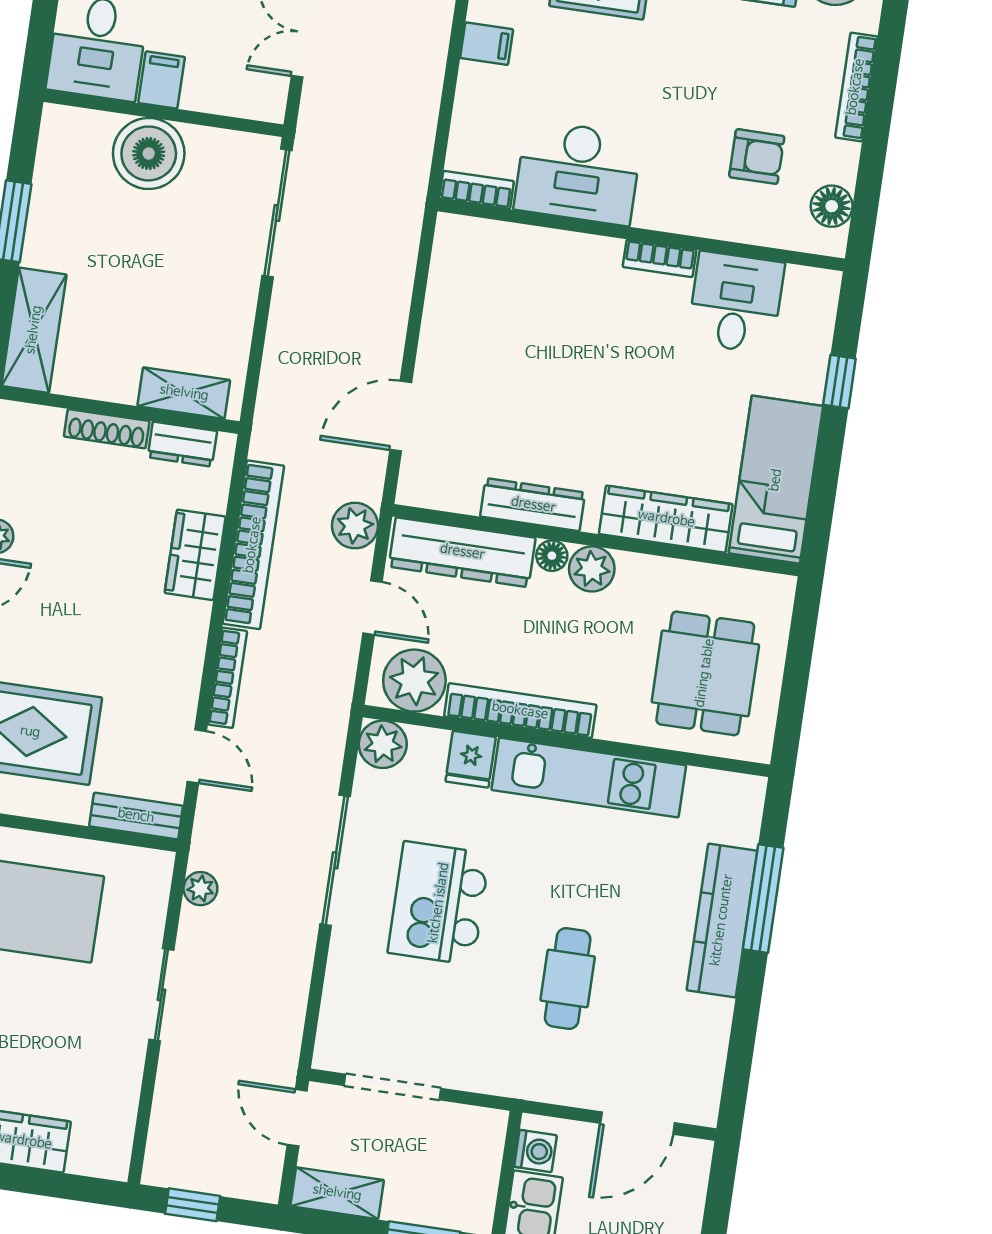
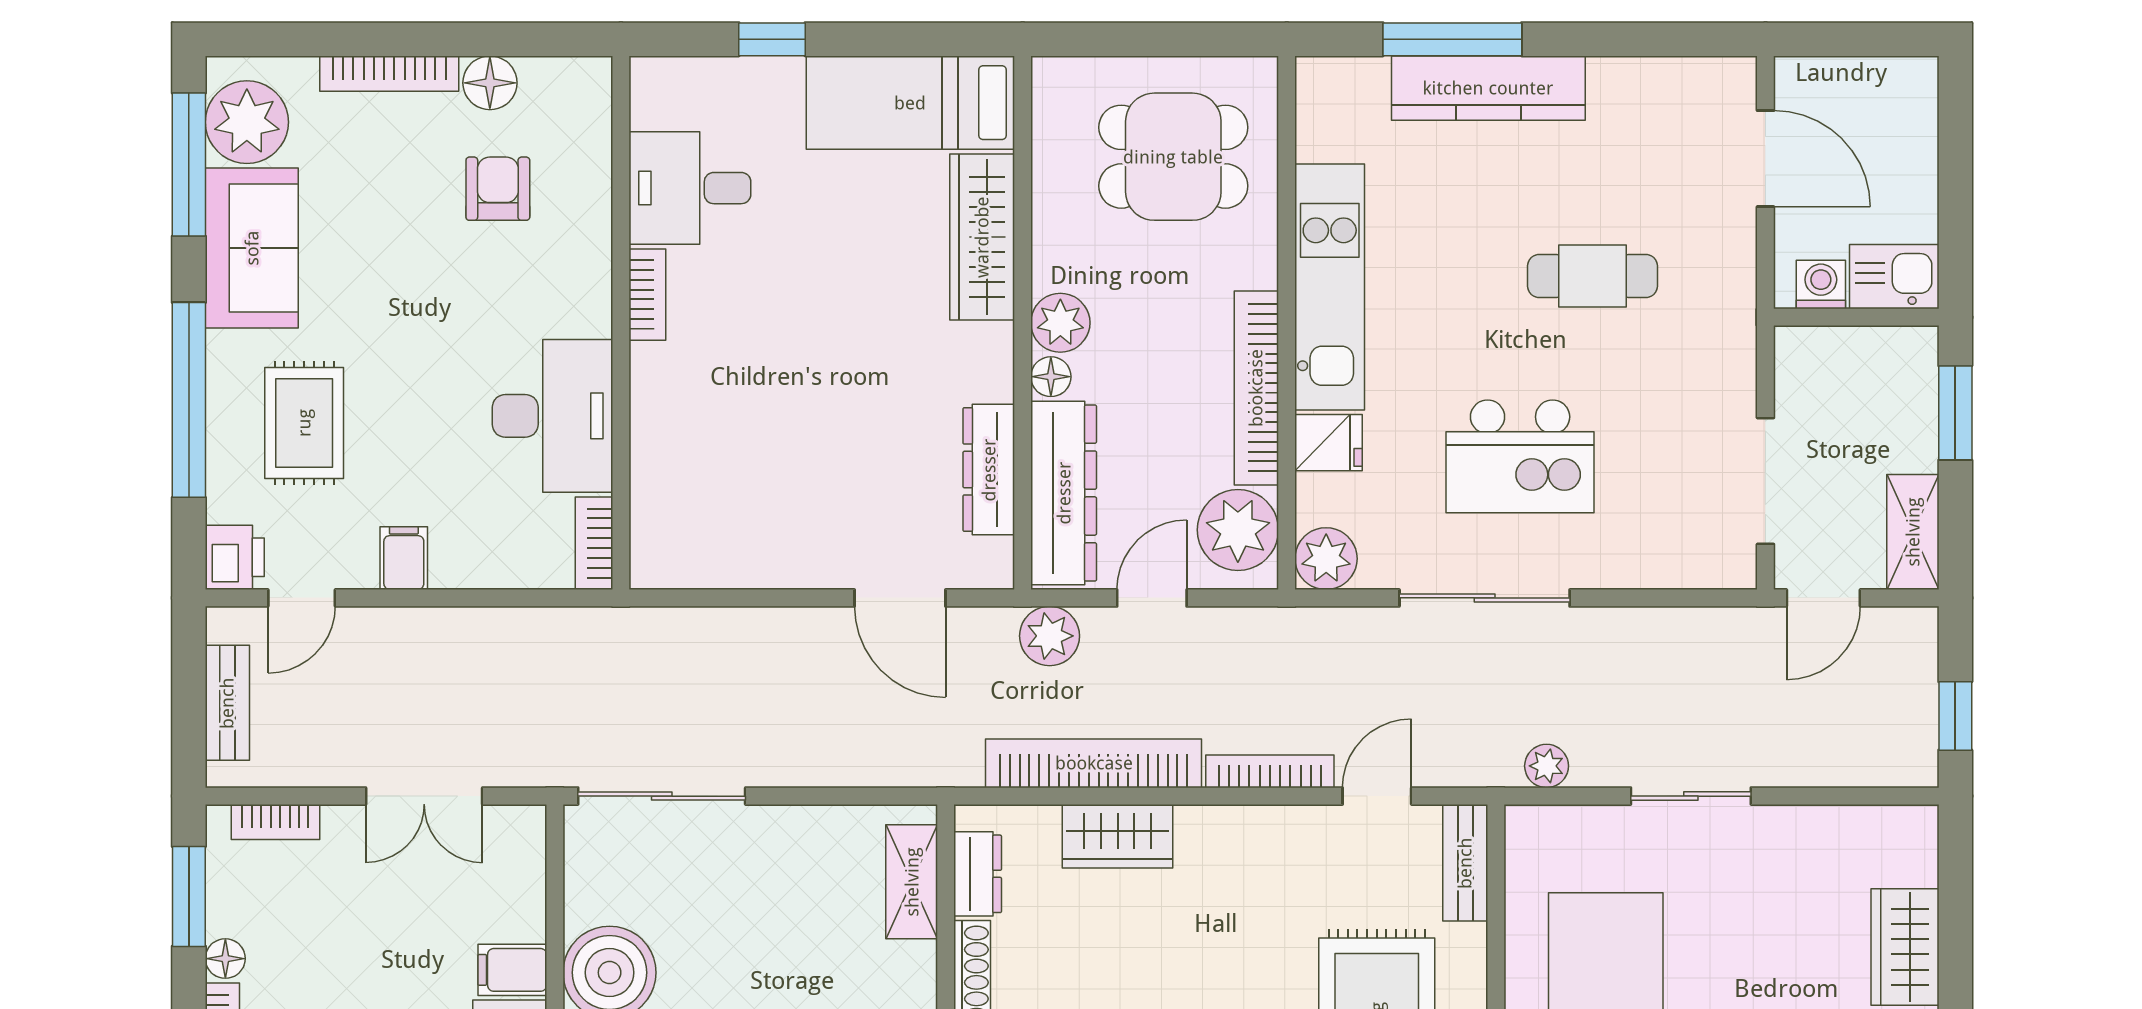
floor lamp: (832, 206) -> (490, 83), moved
dresser: (533, 505) -> (989, 470), moved

